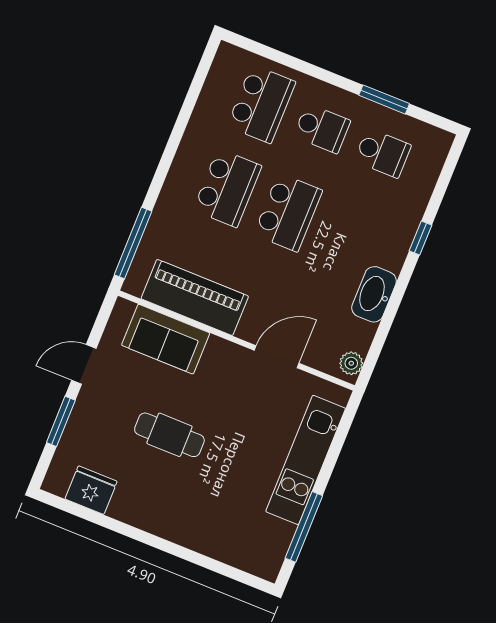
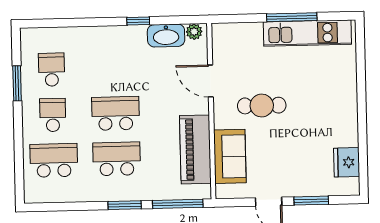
window: (162, 172) -> (125, 205), added
window: (420, 238) -> (138, 21), moved
washbasin: (374, 294) -> (166, 36), moved
cafe table: (169, 435) -> (262, 106), moved, turned 90
kitchen unit: (306, 460) -> (307, 33), moved
window: (304, 527) -> (292, 17), moved

